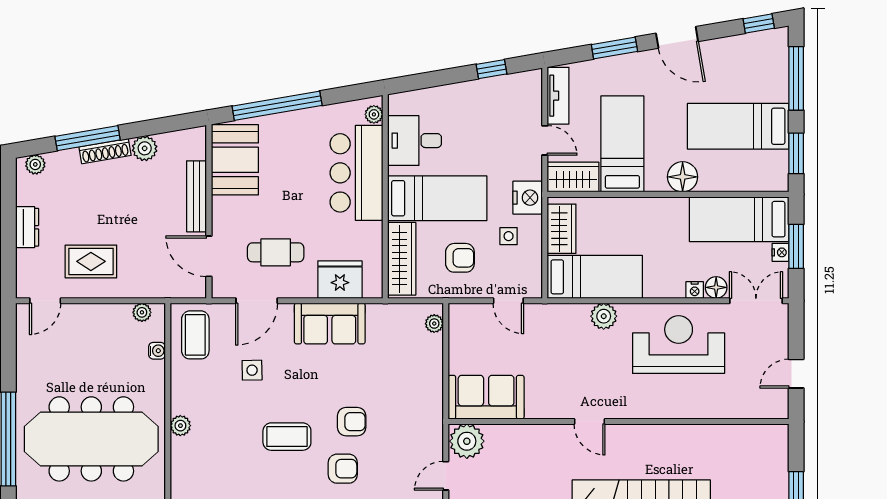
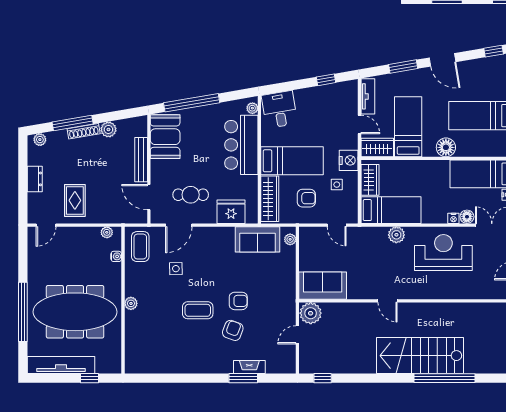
desk: (415, 141) -> (279, 109), moved, turned 80
rug: (91, 261) -> (75, 200), turned 90
sofa: (330, 324) -> (257, 239), moved
armchair: (343, 469) -> (233, 330), turned -70

